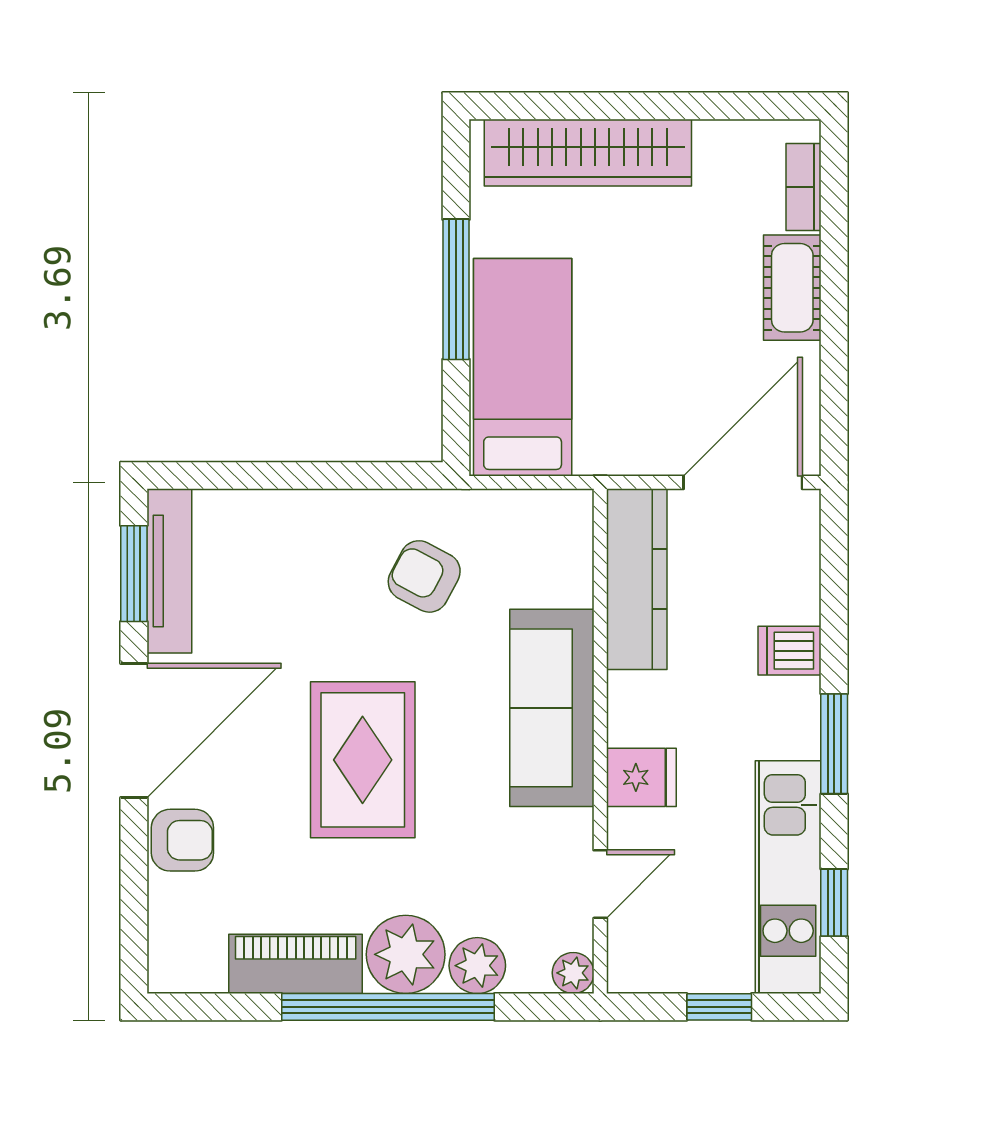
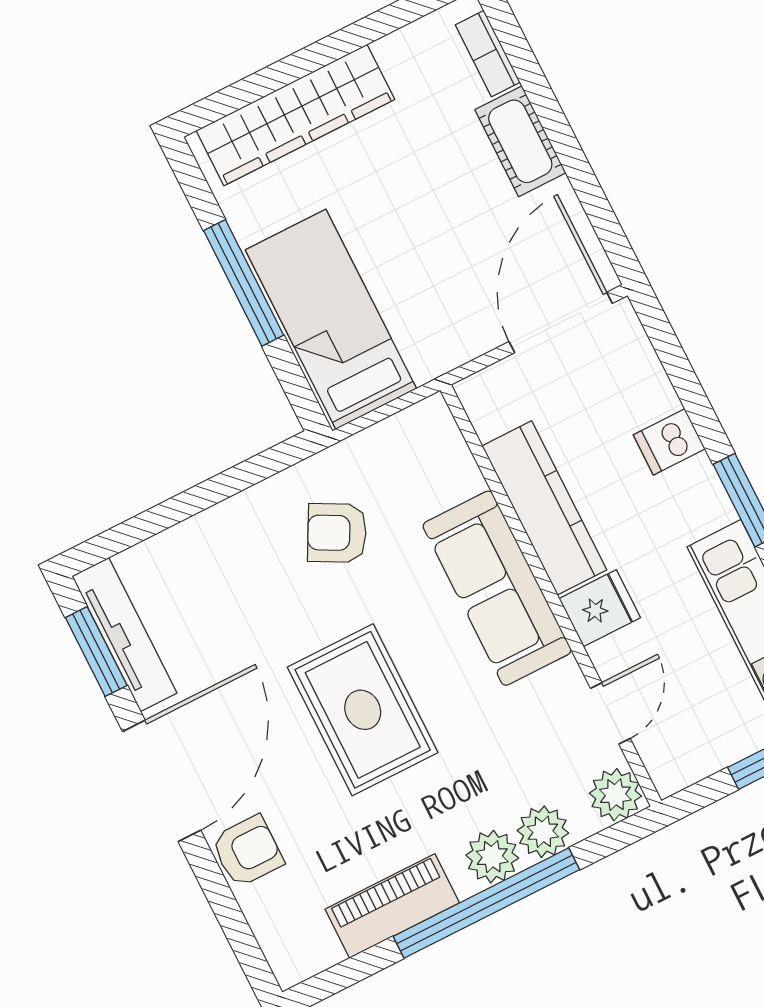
kitchen counter: (637, 579) -> (544, 508), moved
plant: (406, 954) -> (492, 857), width x0.73, depth x0.73
plant: (573, 973) -> (615, 795), width x1.38, depth x1.38

